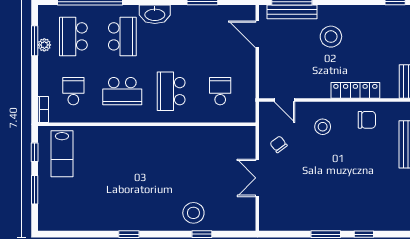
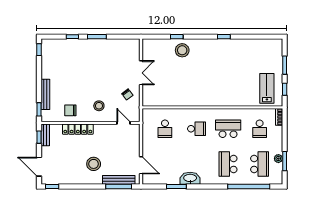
washbasin: (155, 14) -> (190, 178), moved
school desk: (171, 91) -> (197, 129), width x0.54

